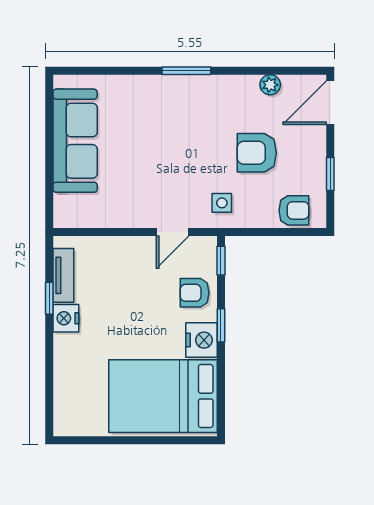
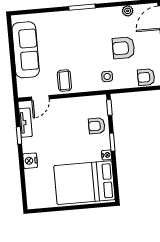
coffee table: (142, 204) -> (64, 81), added
armchair: (294, 210) -> (146, 77), turned 180
door: (173, 232) -> (40, 98), moved
nightstand: (66, 318) -> (30, 161), moved
nightstand: (201, 340) -> (107, 155), width x0.53, depth x0.56

